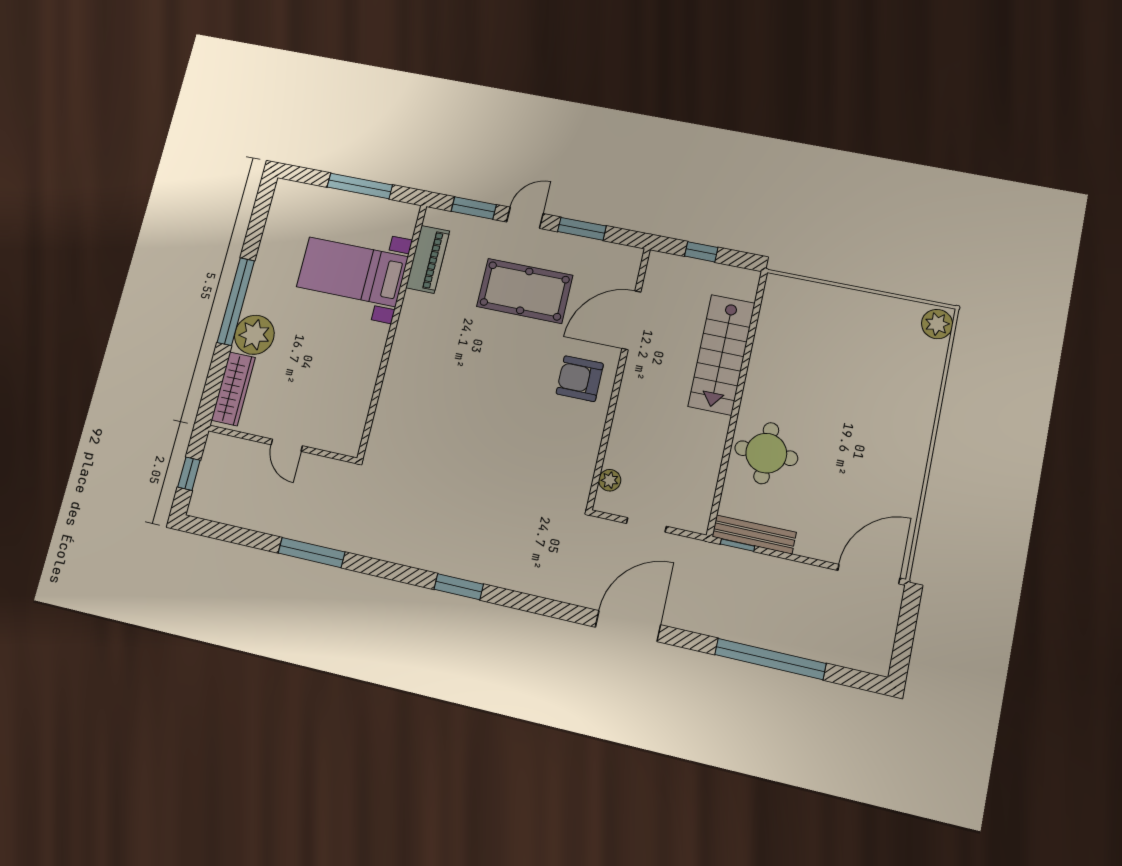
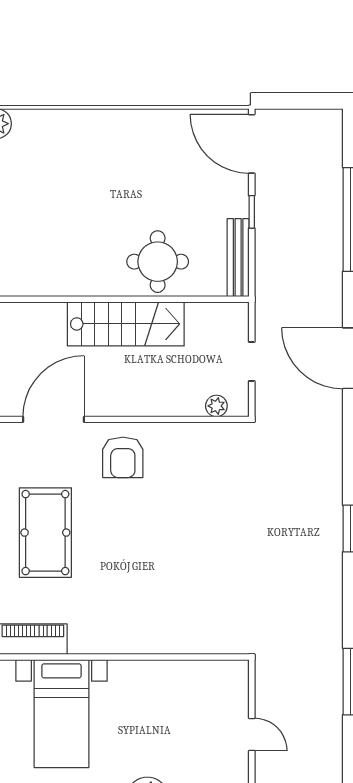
door: (631, 320) -> (53, 419), swing flipped
stairs: (722, 355) -> (126, 324), moved
door: (287, 445) -> (252, 735), hinge flipped
window: (738, 545) -> (252, 212), moved

